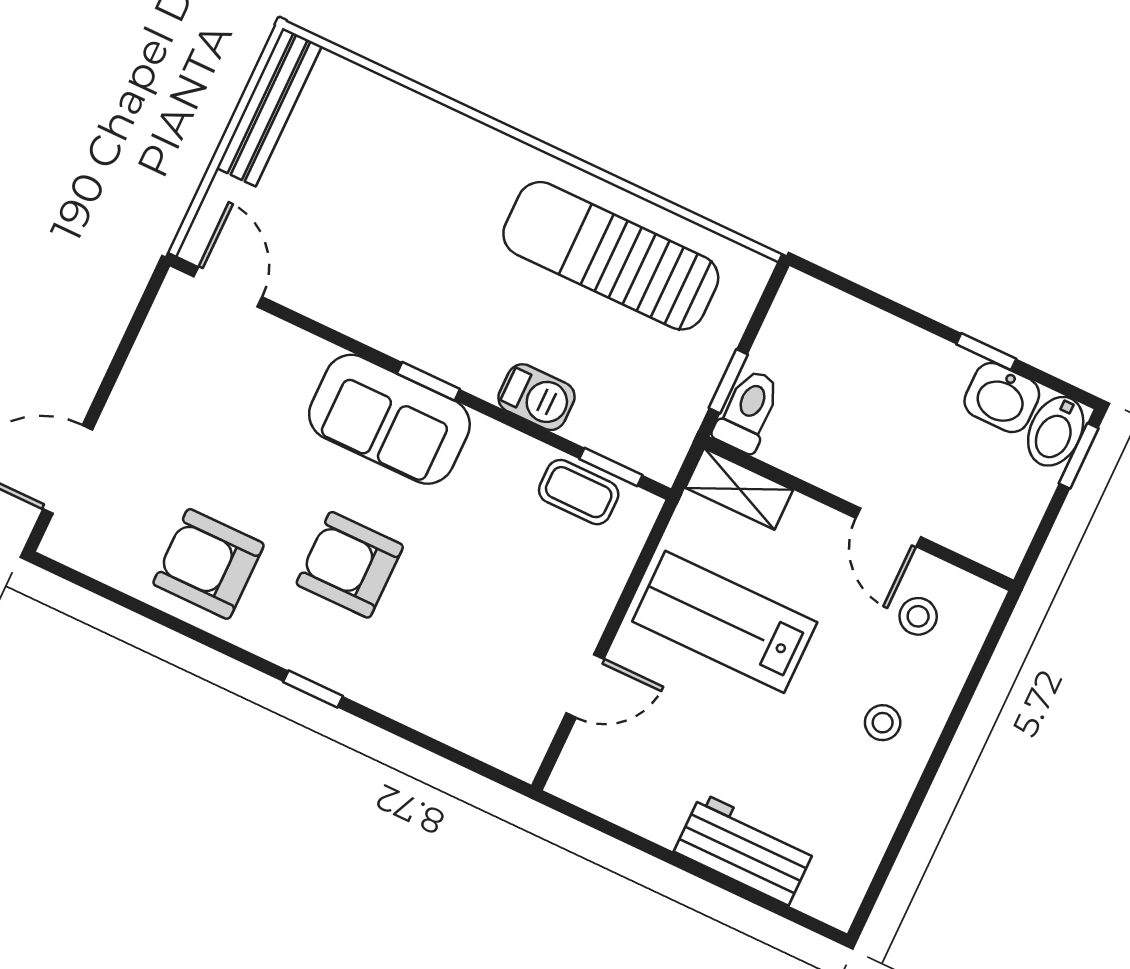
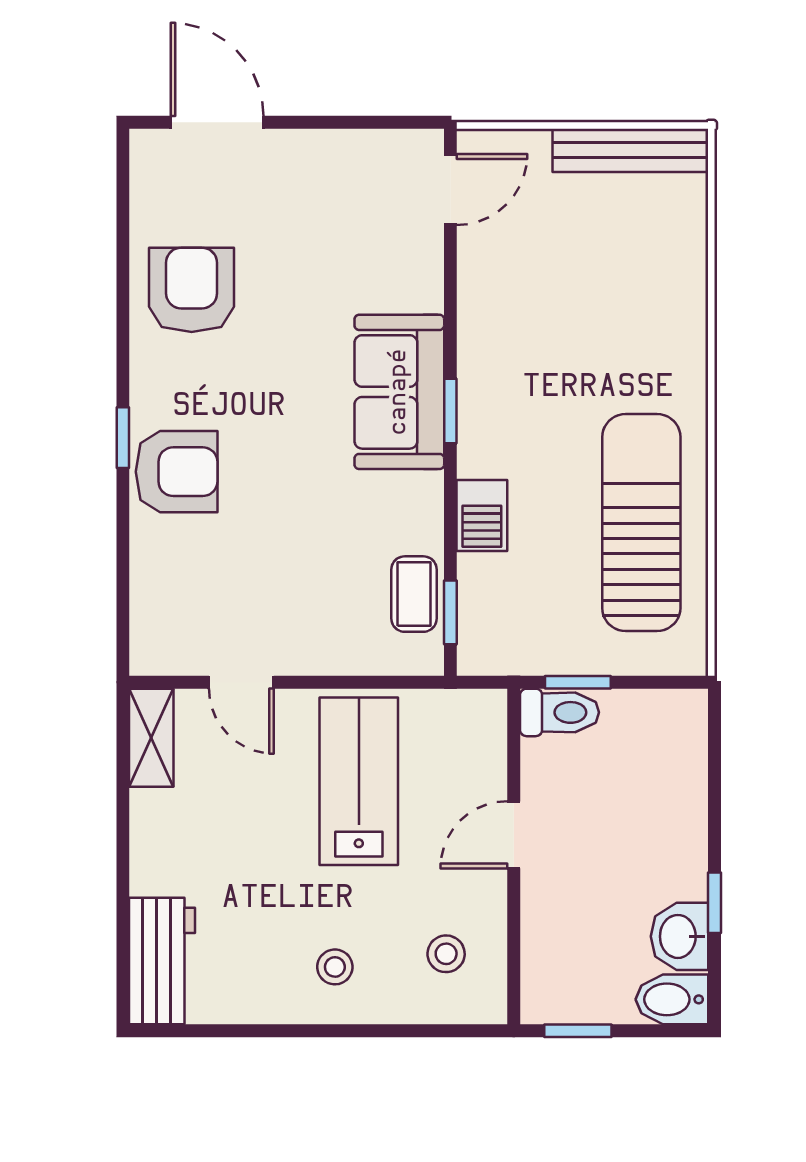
window: (1079, 456) -> (578, 1031), moved
shelving: (739, 489) -> (151, 738), moved
door: (888, 527) -> (514, 835), moved
armchair: (350, 565) -> (177, 472), moved, turned 90
workbench: (745, 849) -> (162, 961), moved

